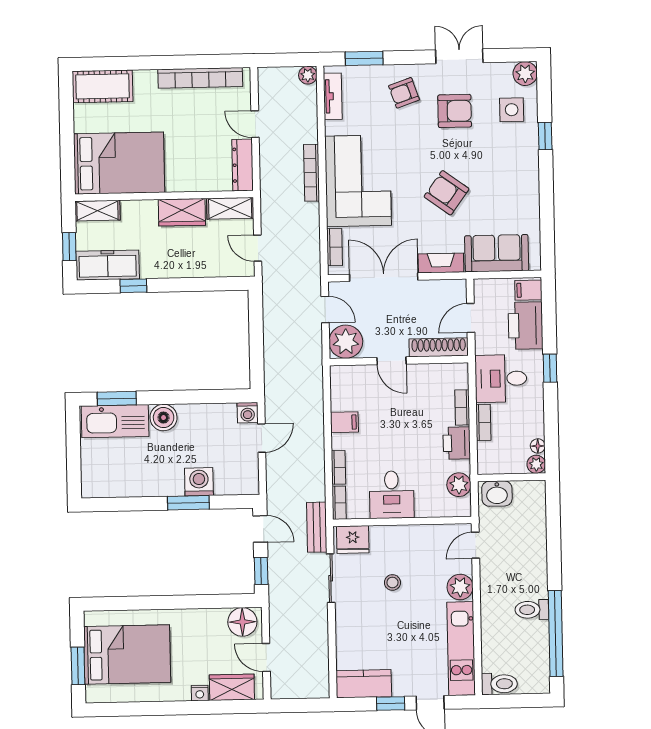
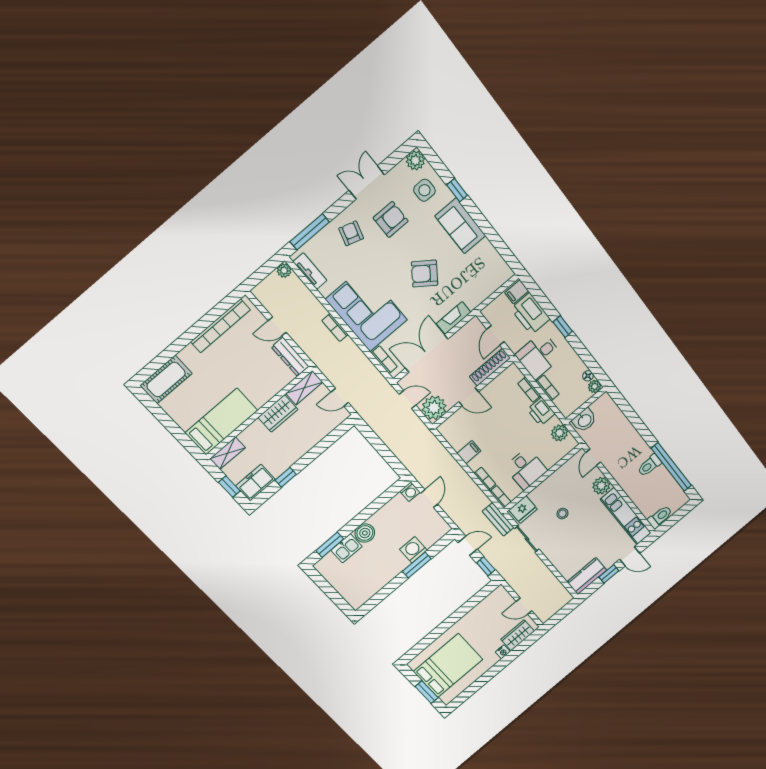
window: (364, 58) -> (310, 232), width x1.44
armchair: (404, 93) -> (351, 233), turned 126
bed: (119, 163) -> (221, 422), width x0.67
bookcase: (312, 173) -> (335, 328), width x0.64
sofa: (497, 253) -> (460, 226), moved, turned -90
freezer: (108, 265) -> (256, 483), width x0.71
kitchen sink: (115, 421) -> (346, 548), width x0.53, depth x0.81
floor lamp: (242, 622) -> (497, 600), removed

